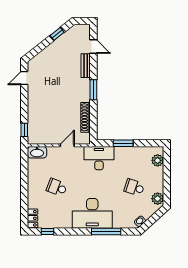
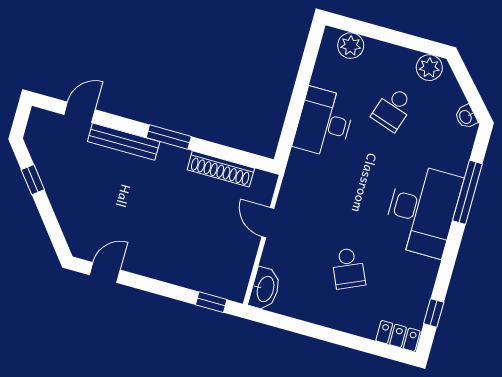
bench: (86, 66) -> (124, 142), width x1.36
door: (24, 78) -> (105, 272), swing flipped
window: (123, 143) -> (296, 107), removed
desk: (99, 158) -> (324, 123), moved
school desk: (57, 187) -> (348, 268), turned -45

